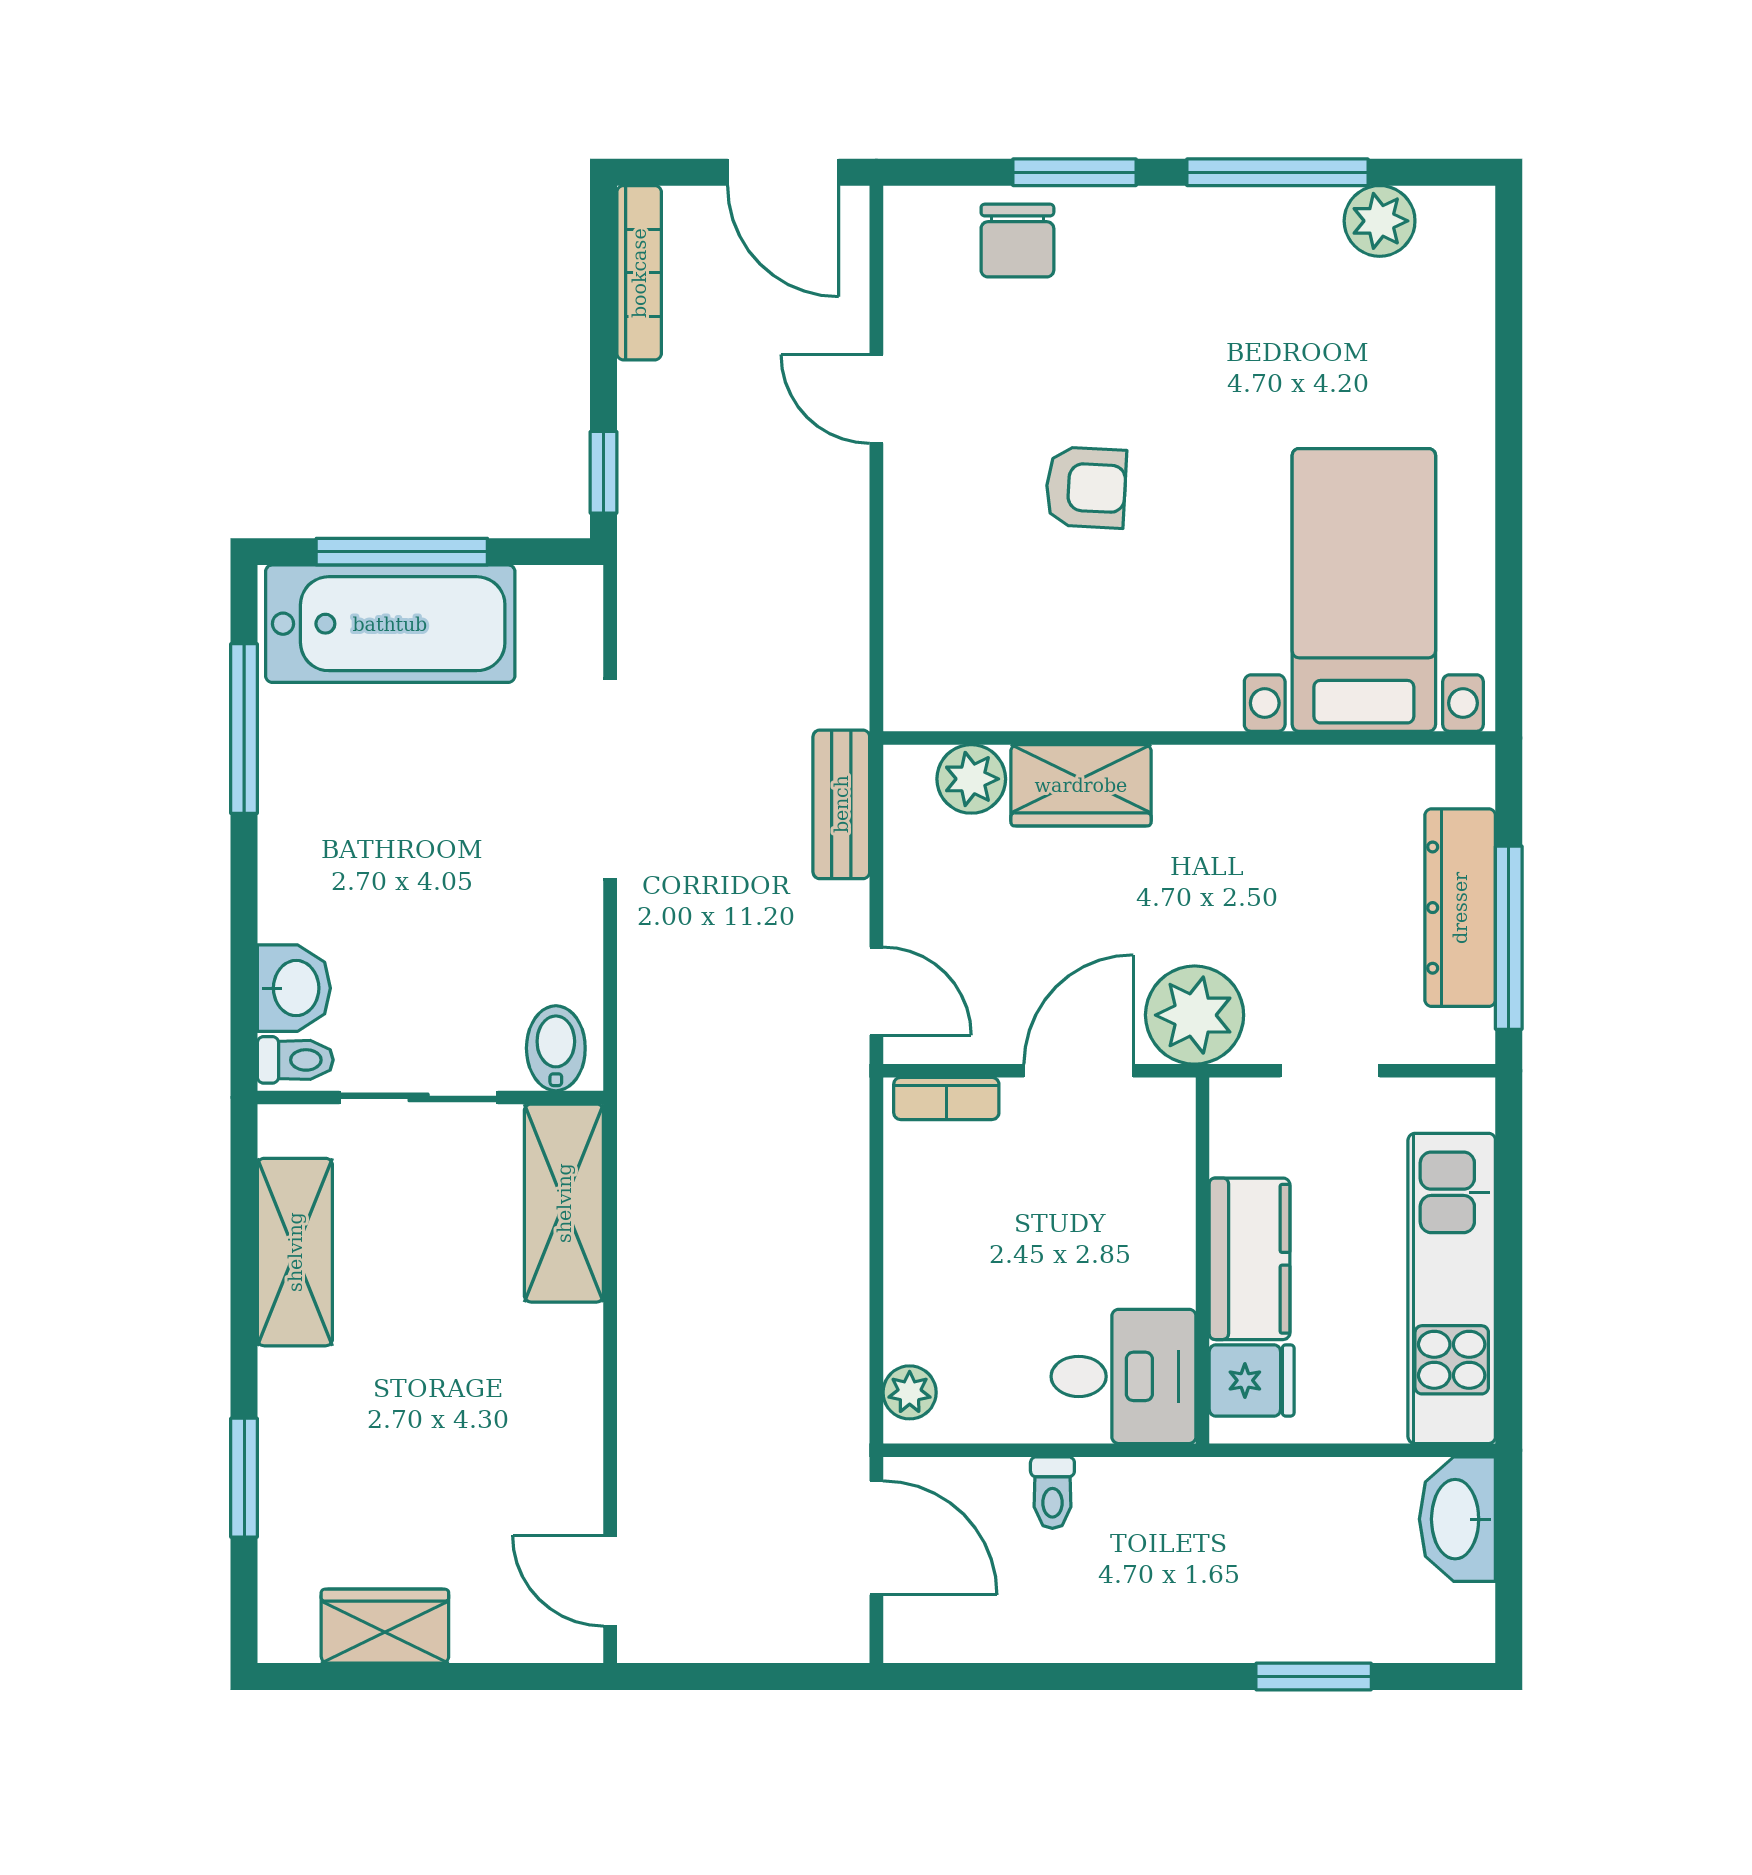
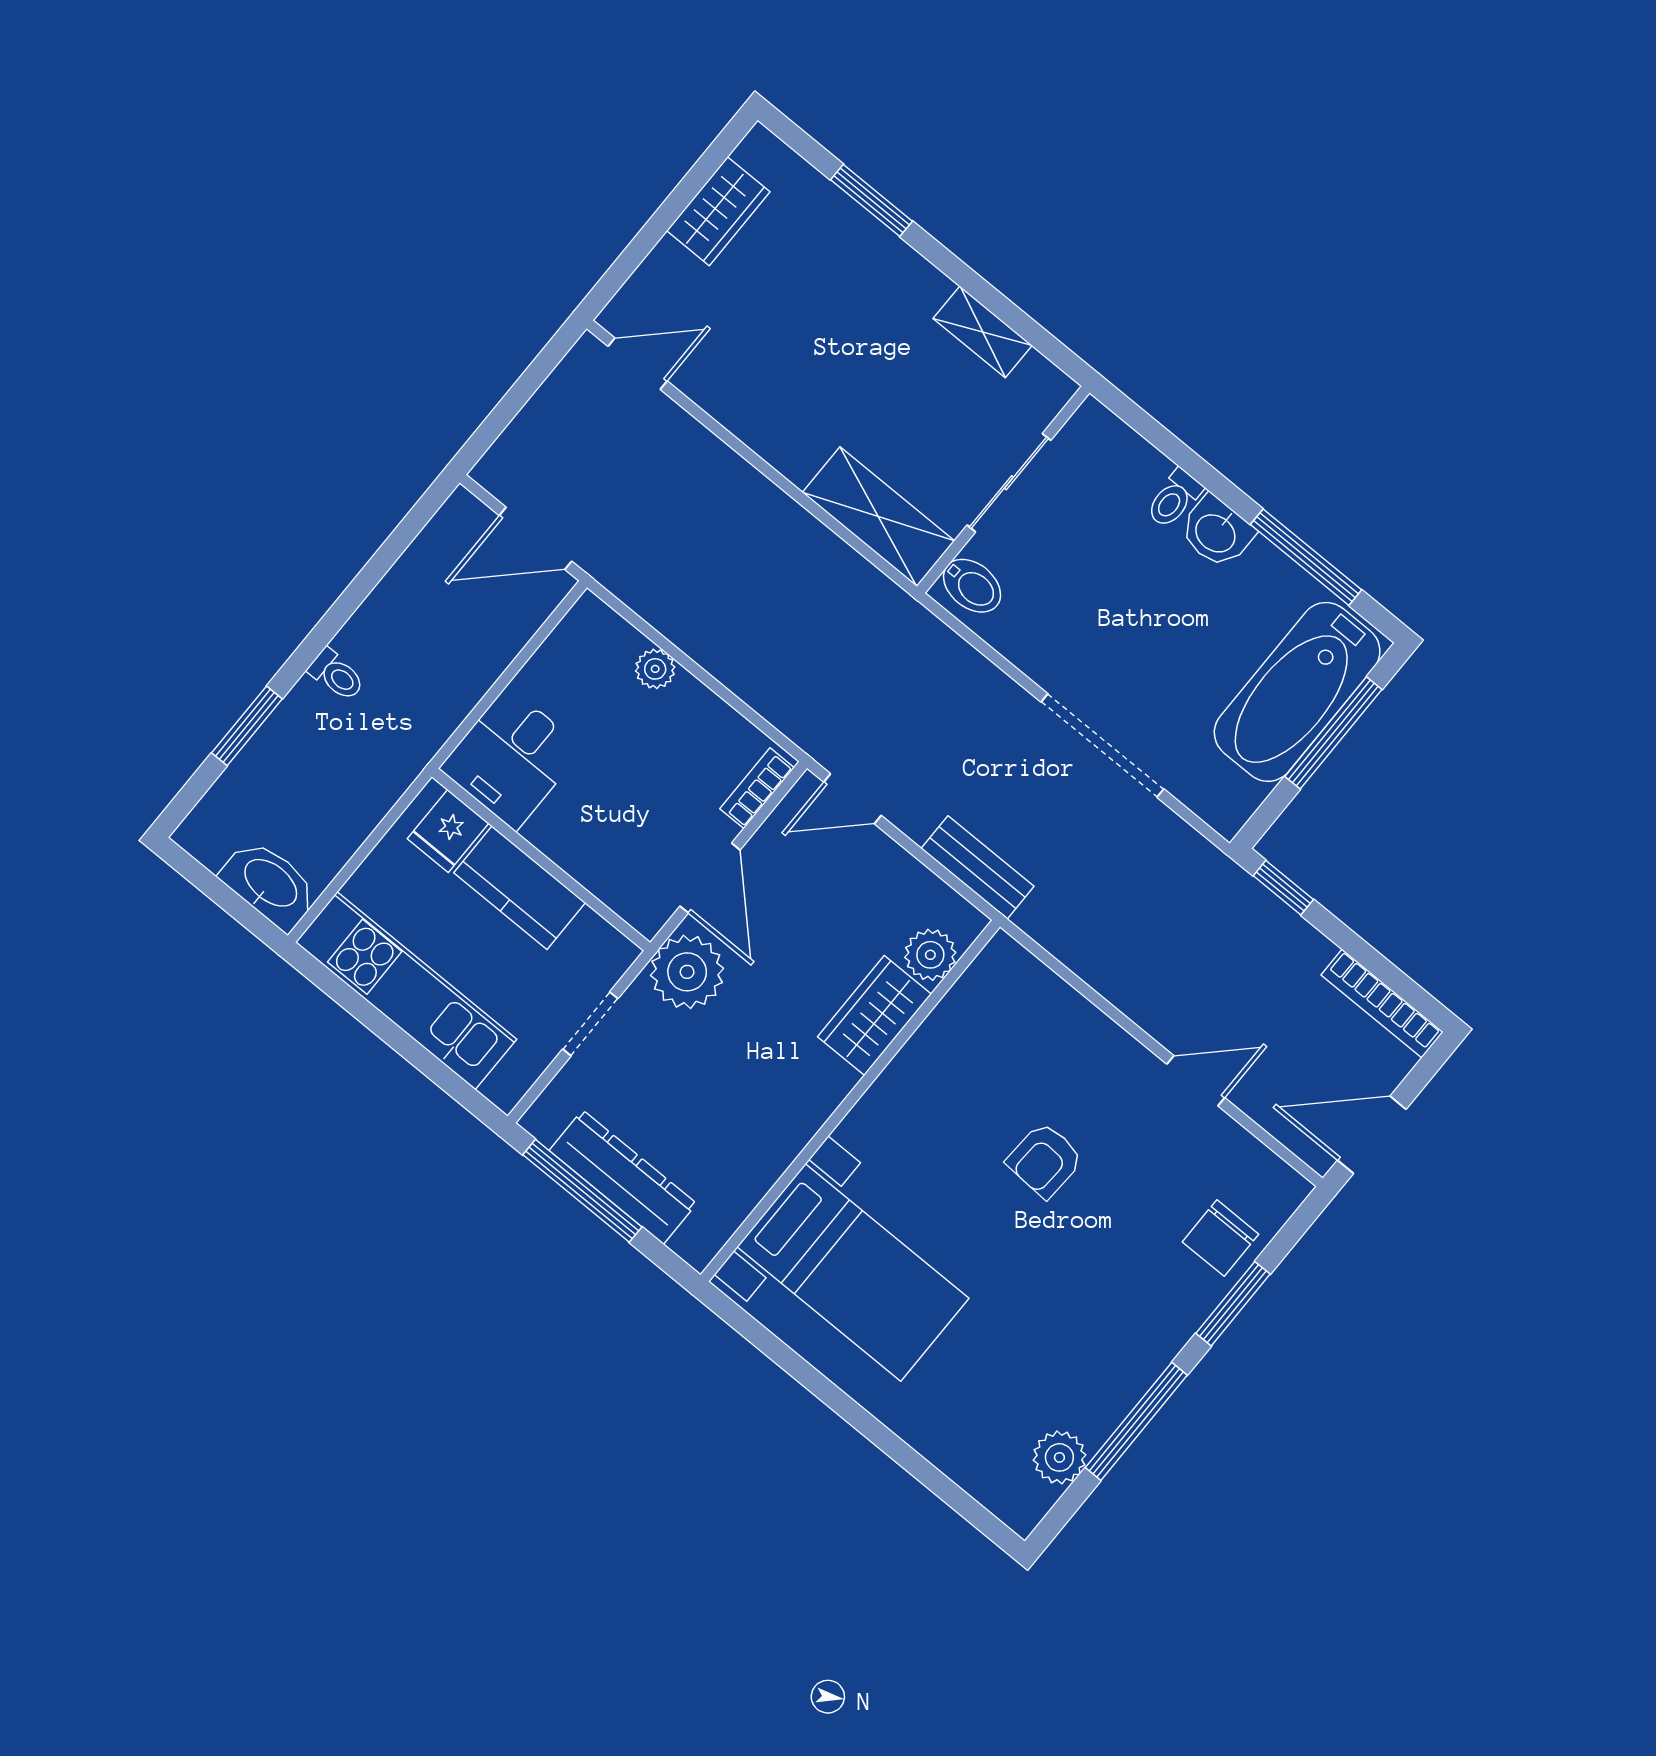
chair: (1017, 241) -> (1221, 1238), turned -90
washbasin: (294, 988) -> (1216, 532), moved
toilet: (295, 1060) -> (1174, 499), moved
shelving: (295, 1252) -> (983, 332), width x0.67, depth x0.75
plant: (910, 1392) -> (655, 669), moved
toilet: (1052, 1493) -> (336, 675), moved, turned 180

